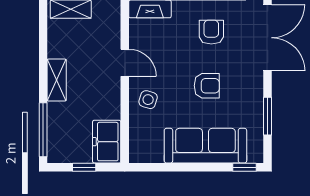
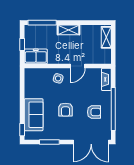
sofa: (205, 146) -> (34, 115), width x0.73

